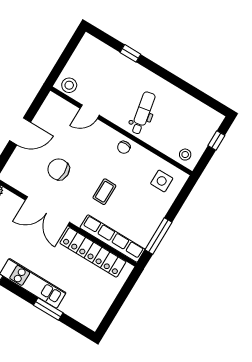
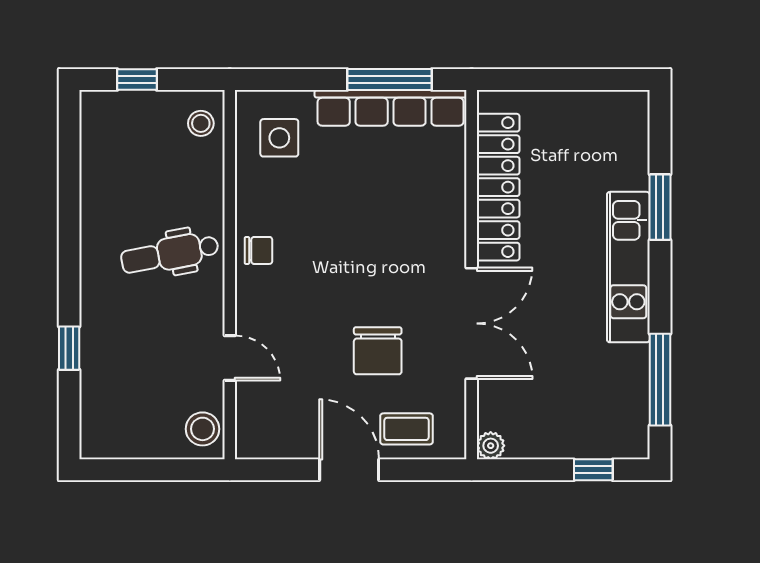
coffee table: (104, 192) -> (407, 429), moved
row of seats: (112, 239) -> (391, 108), moved, turned -90

